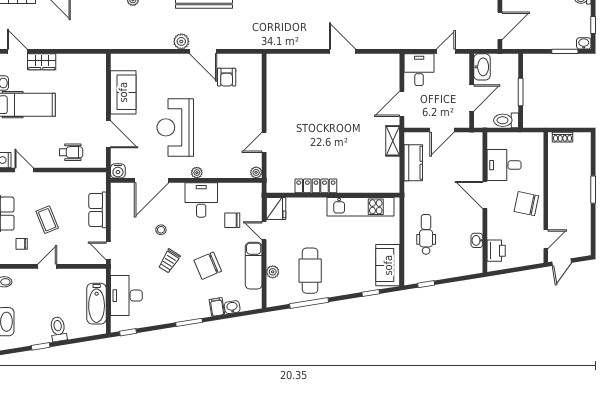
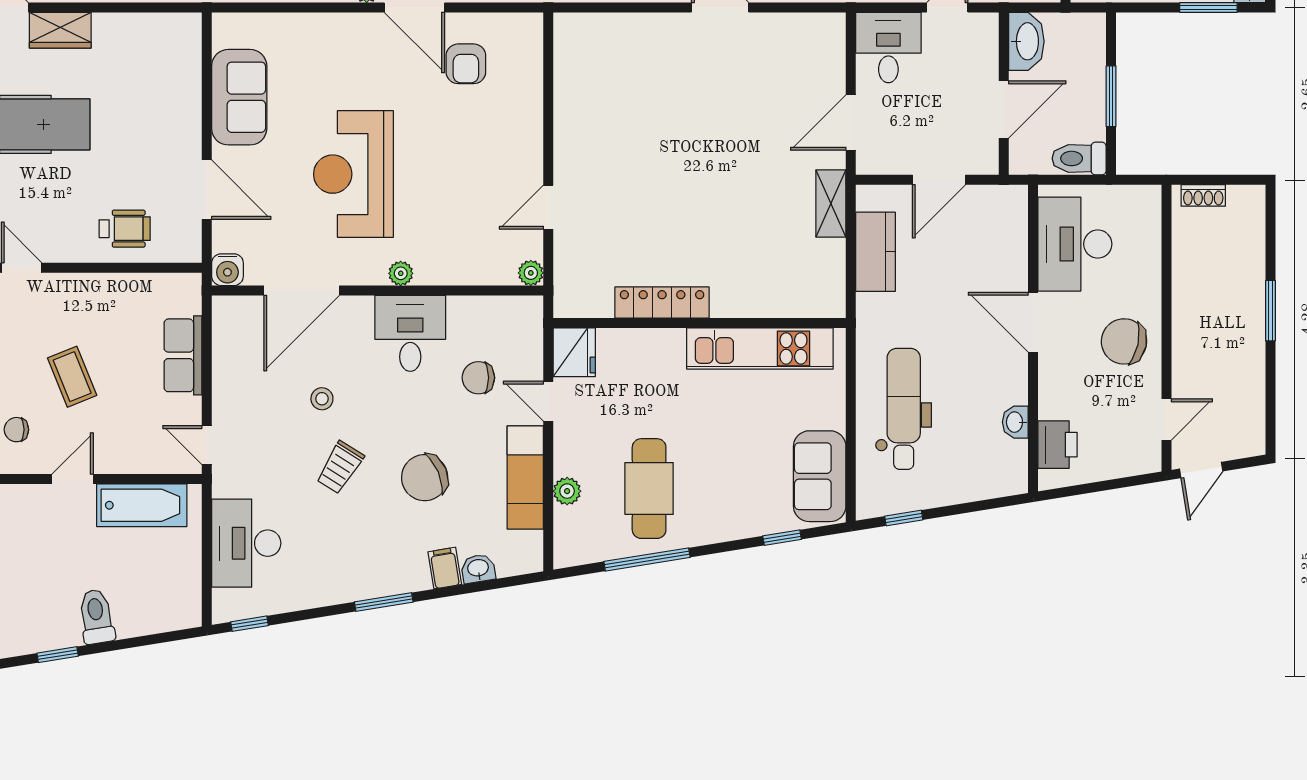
desk: (504, 165) -> (1075, 244), width x1.37
dental chair: (426, 234) -> (904, 409), width x1.36, depth x1.38
bathtub: (97, 304) -> (142, 505), moved, turned -90

